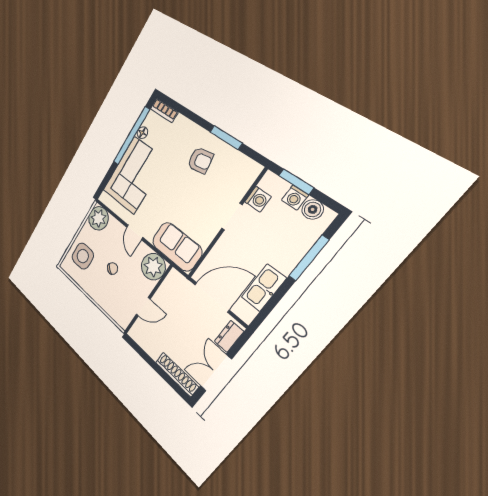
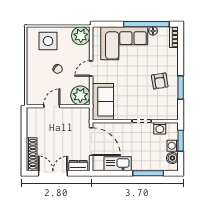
door: (143, 307) -> (52, 106), swing flipped

